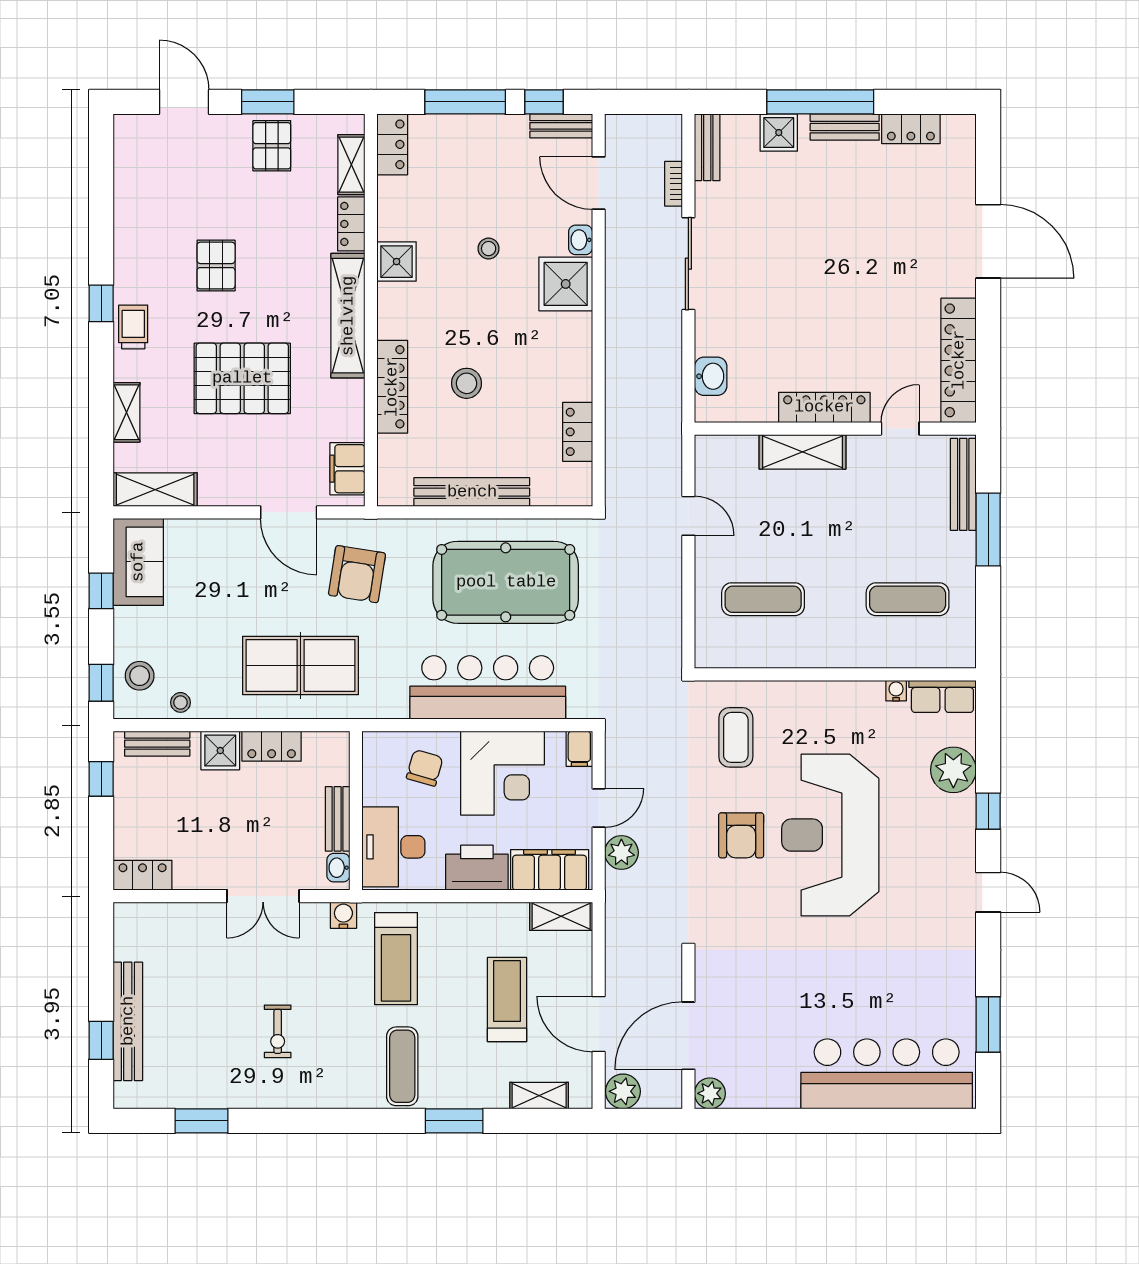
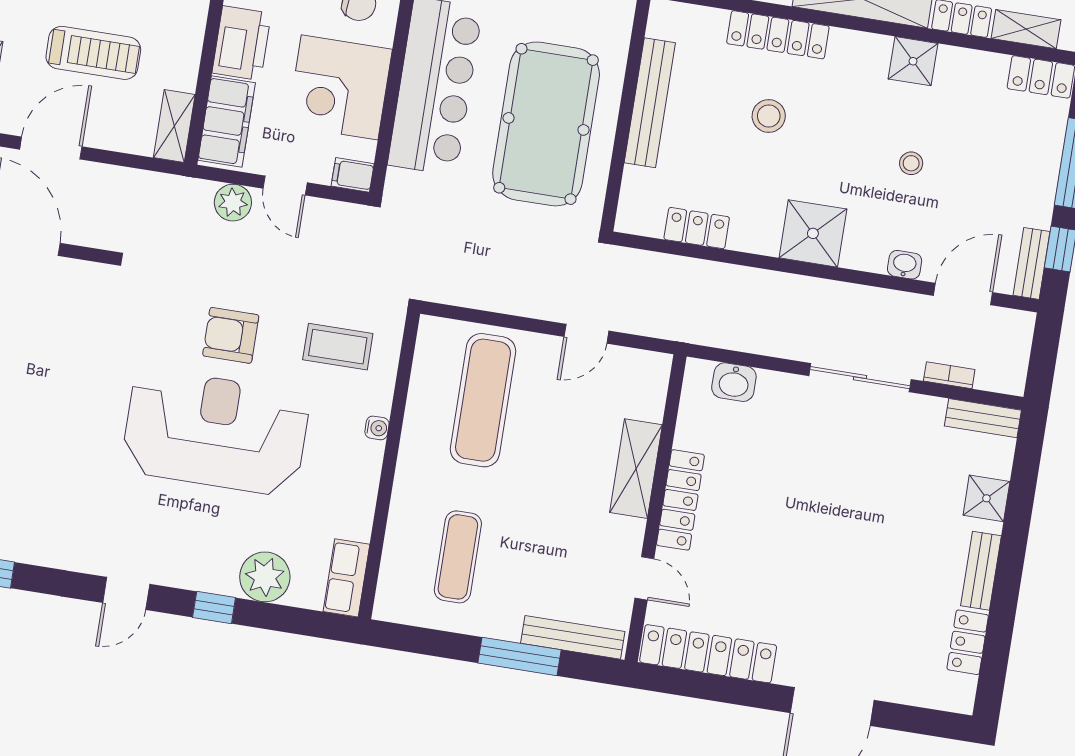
window: (820, 102) -> (1013, 549), removed
shower: (566, 284) -> (813, 233), moved
exercise mat: (763, 599) -> (483, 400), width x1.36, depth x1.45
water cooler: (896, 691) -> (377, 428), moved

